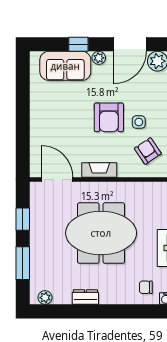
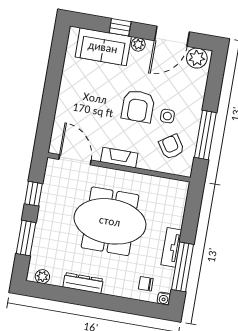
dresser: (85, 297) -> (83, 283), width x1.44

